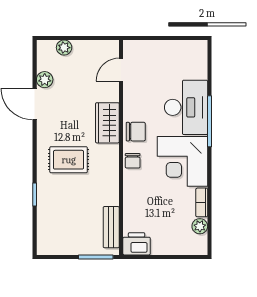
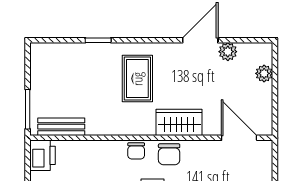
door: (121, 70) -> (239, 138), width x1.38
chair: (133, 161) -> (136, 151), turned -90

